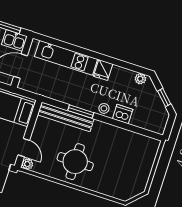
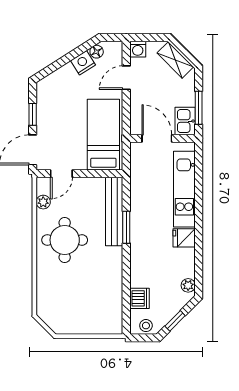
stool: (104, 108) -> (146, 326), moved
dishwasher: (123, 114) -> (139, 298), moved
plant: (27, 164) -> (43, 202), moved

